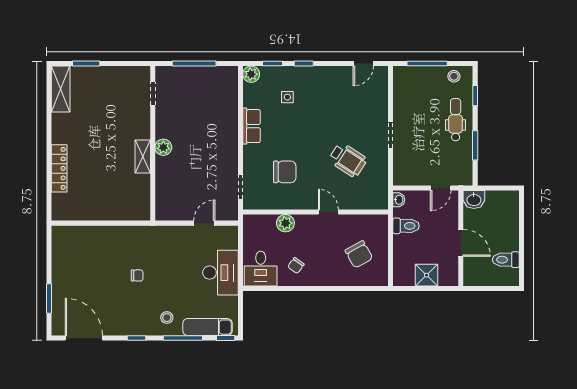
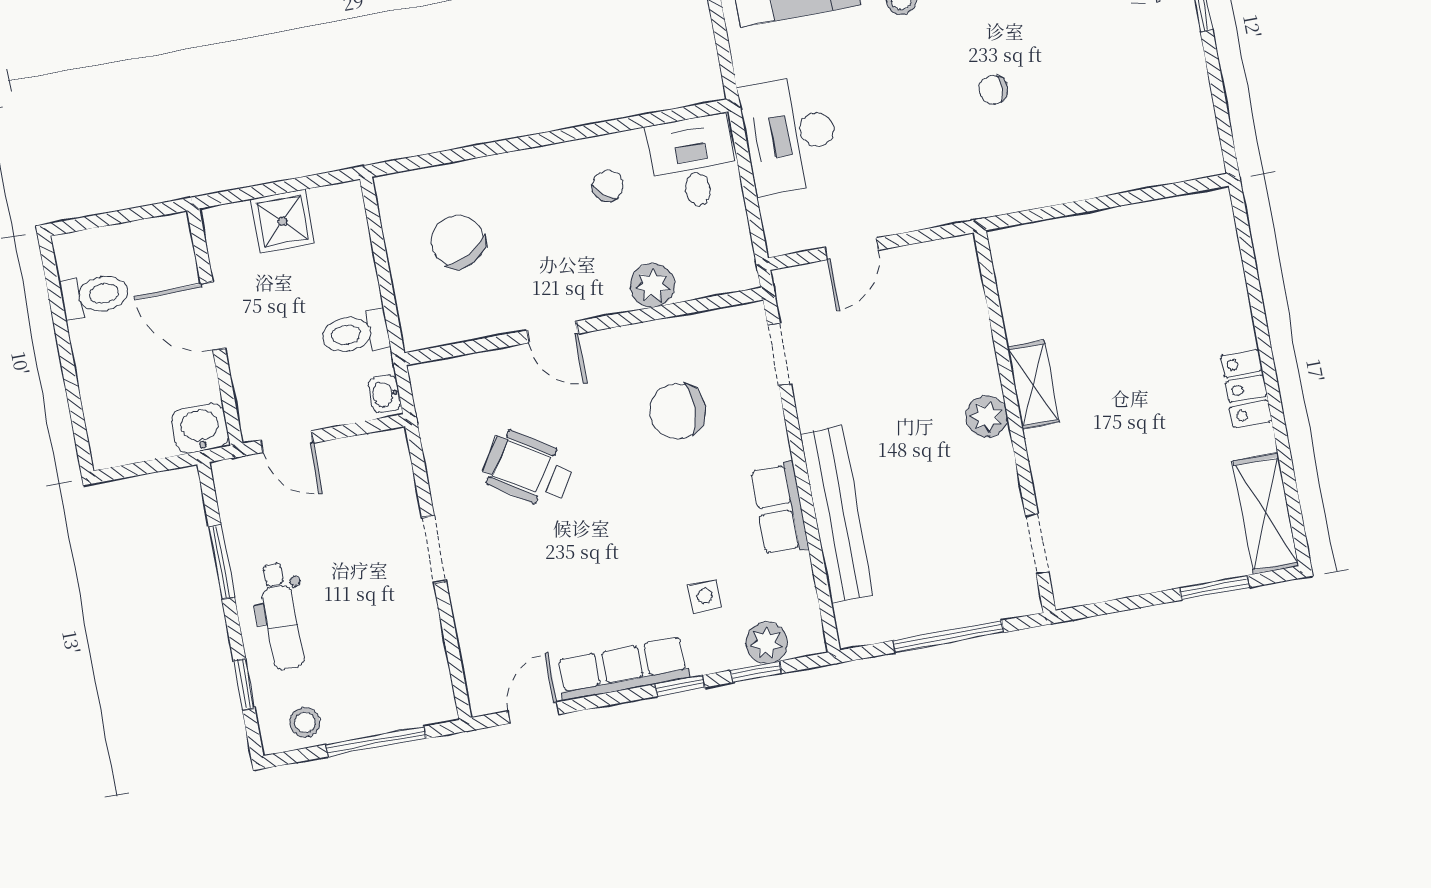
plant: (251, 74) -> (767, 643), moved
row of seats: (325, 74) -> (623, 669), added
bench: (229, 120) -> (837, 514), added
locker: (59, 168) -> (1246, 389), moved, width x0.66
door: (441, 188) -> (287, 442), swing flipped

